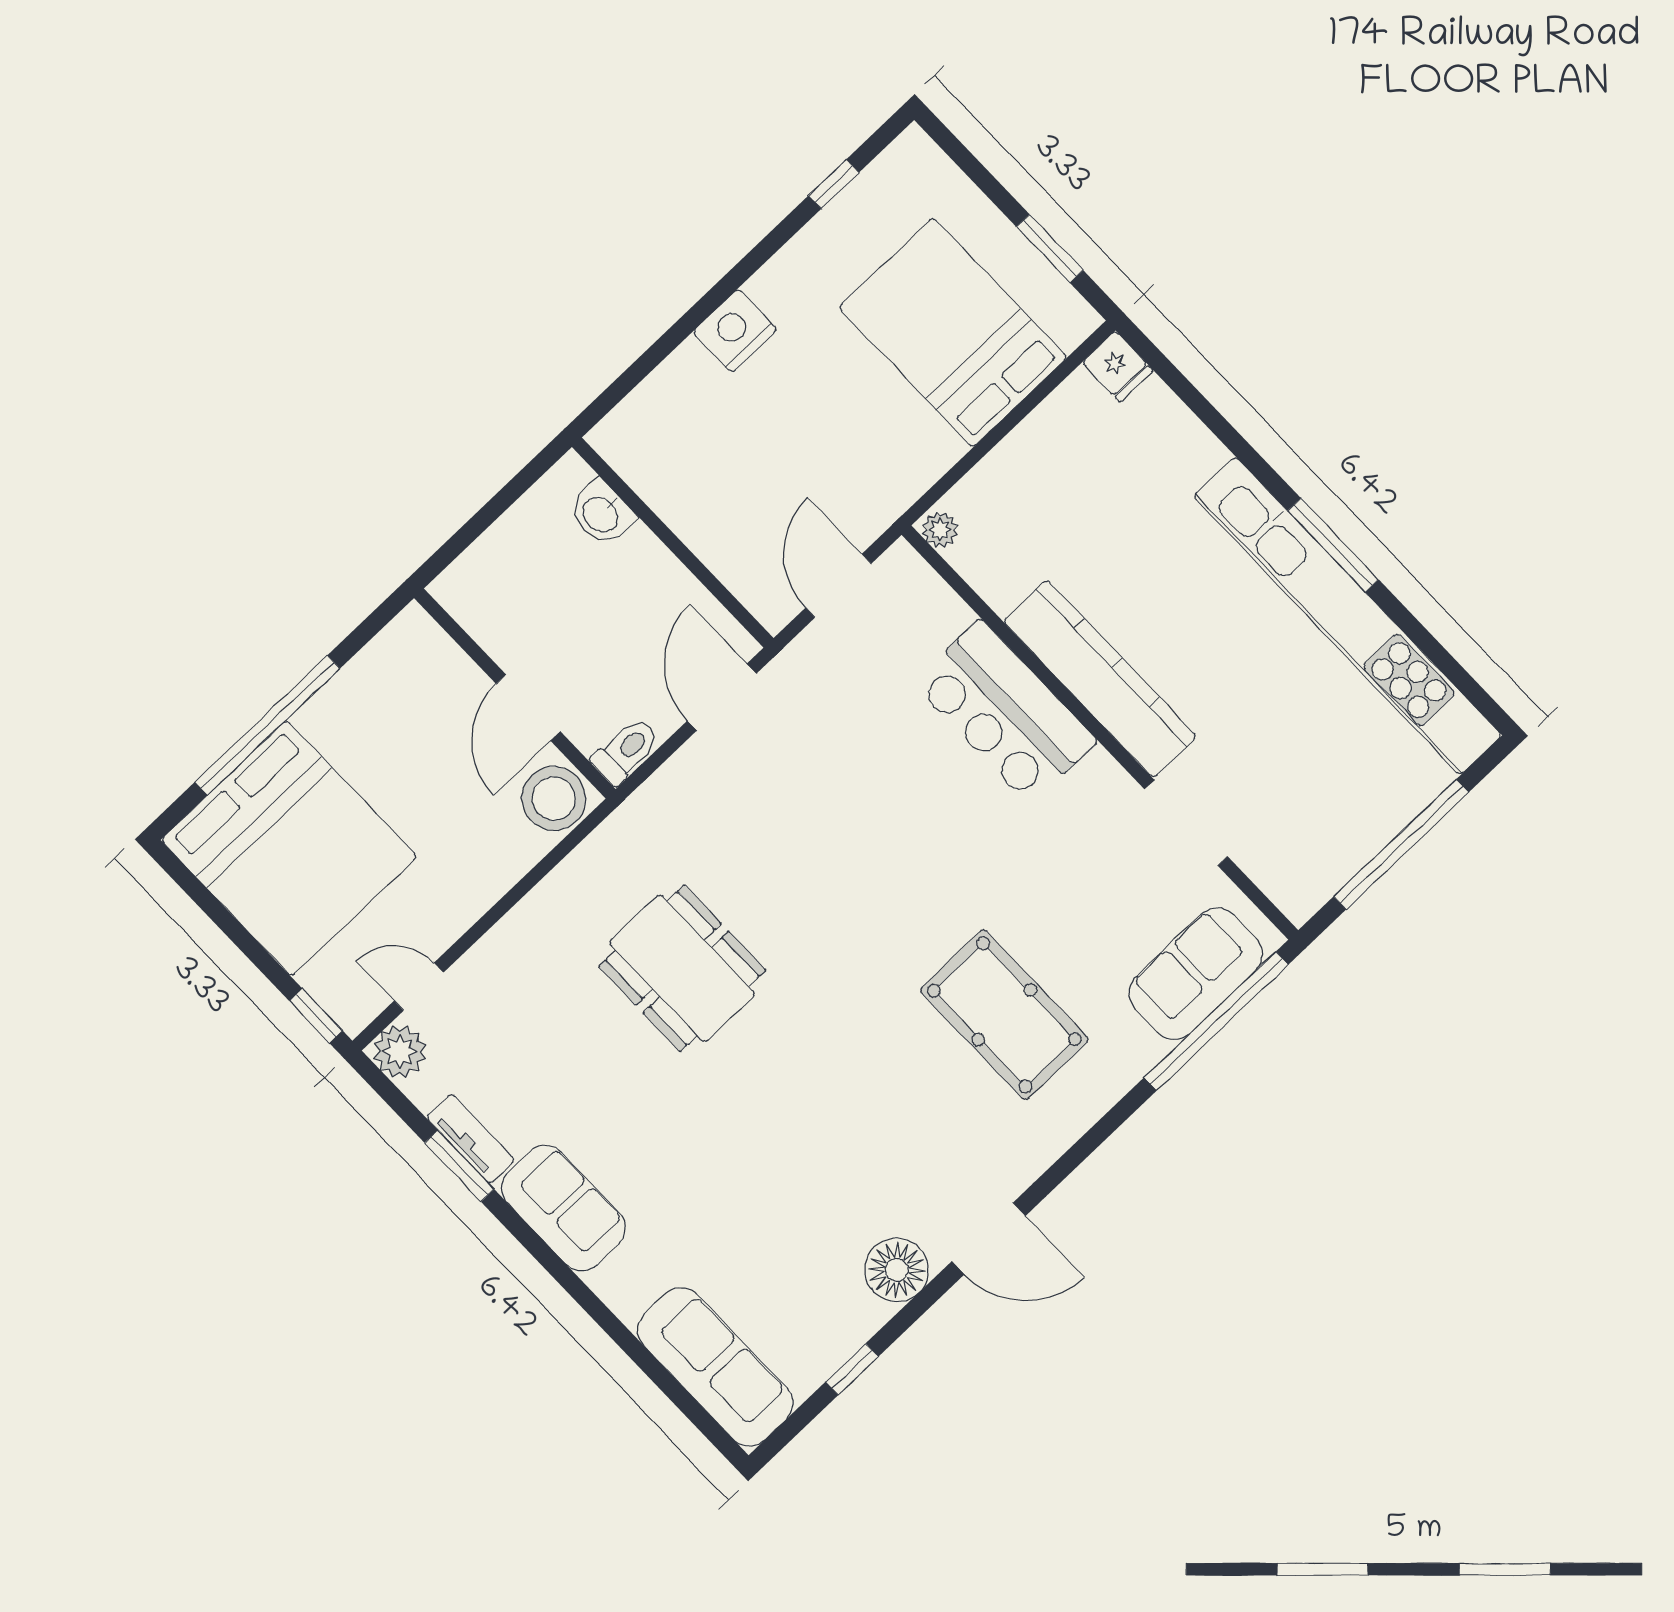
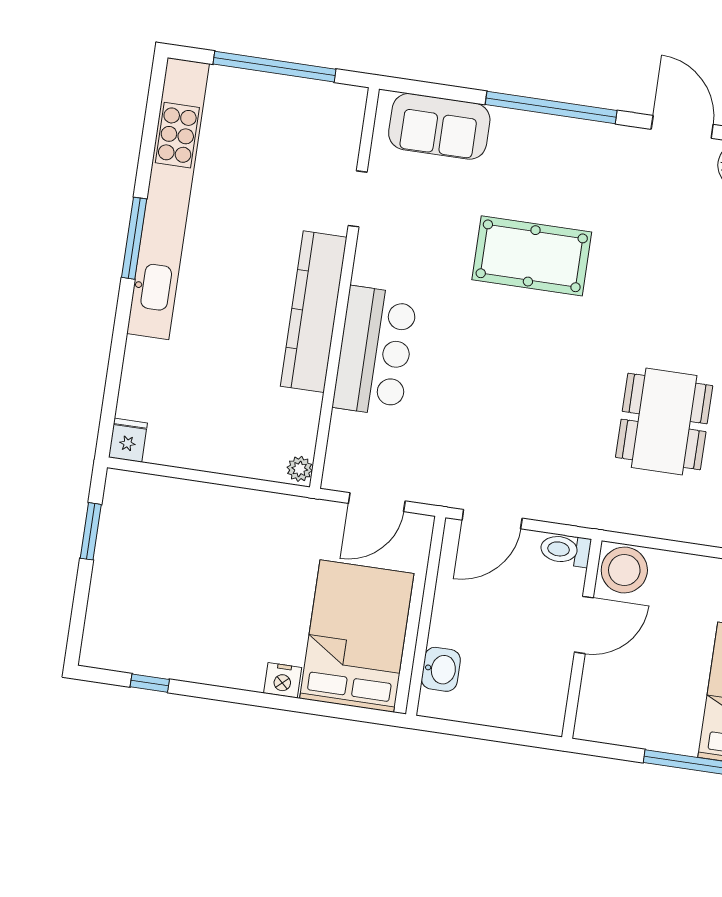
nightstand: (735, 331) -> (283, 680), width x0.74, depth x0.75
bed: (953, 332) -> (357, 636), moved, turned 180
doorway: (1186, 823) -> (358, 199), width x0.73
pool table: (1004, 1015) -> (532, 256), moved, turned 90
window: (1216, 1021) -> (551, 107), moved

